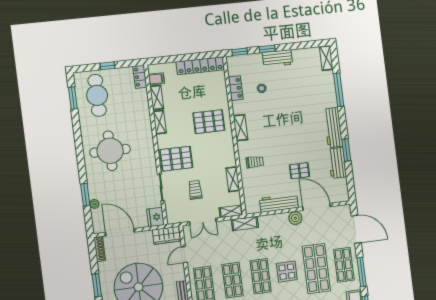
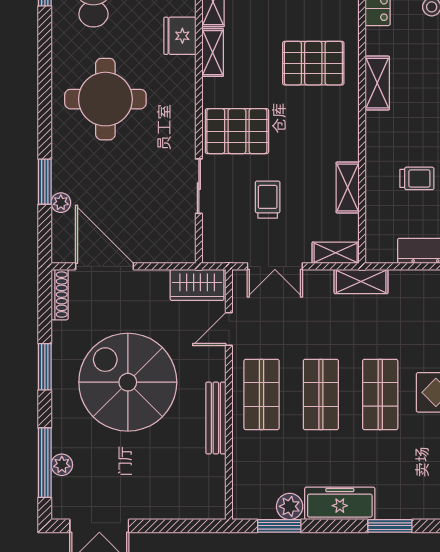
trolley: (255, 162) -> (417, 178), moved
fridge: (155, 217) -> (180, 36), moved

